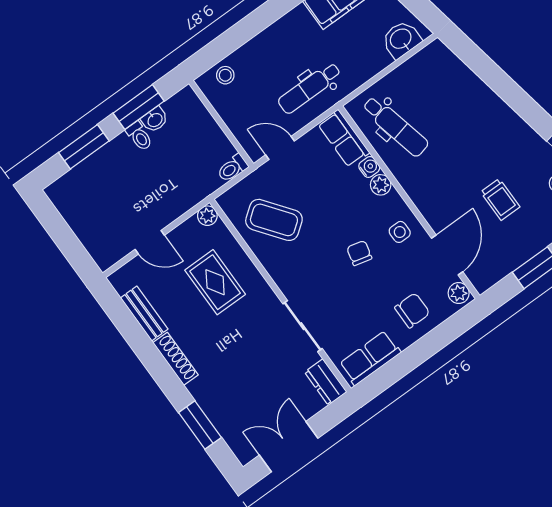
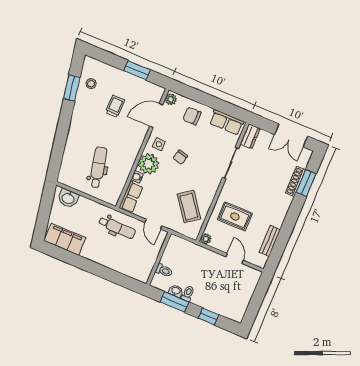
stool: (225, 75) -> (135, 270), removed
dental chair: (395, 126) -> (98, 167), moved
window: (84, 147) -> (209, 316), width x0.67
toilet: (233, 168) -> (164, 270), moved
plant: (381, 185) -> (149, 164), width x1.88, depth x1.88
rug: (215, 282) -> (235, 216), turned 90
shoe rack: (175, 359) -> (295, 181), moved

